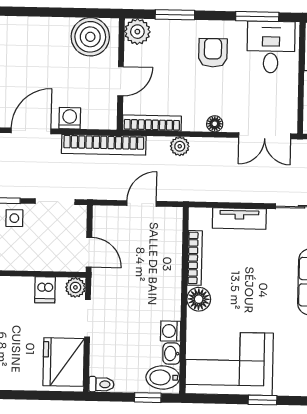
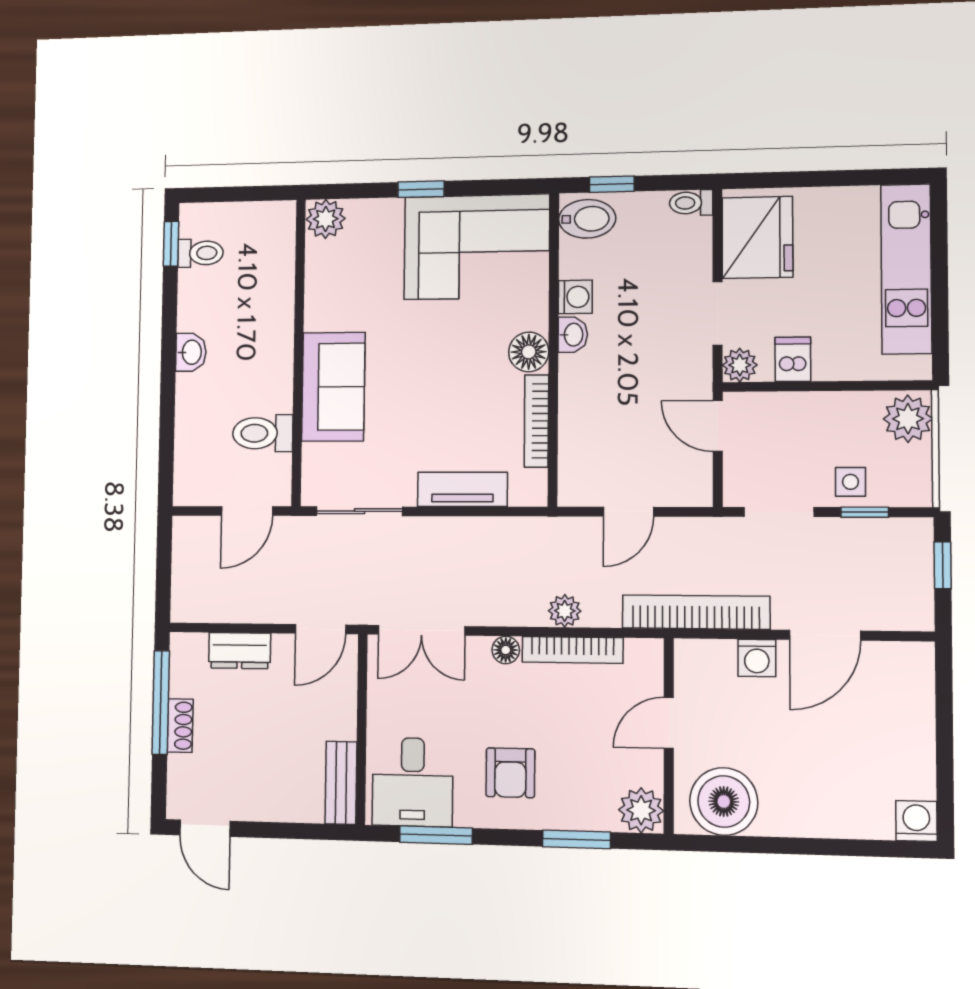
bookcase: (152, 123) -> (573, 650), moved
double door: (265, 136) -> (421, 630), swing flipped
washbasin: (171, 354) -> (573, 335), moved

